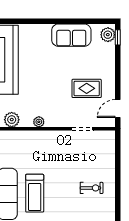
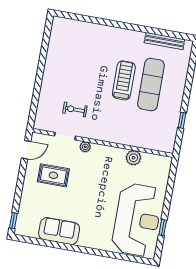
plant: (108, 35) -> (23, 225), removed
plant: (39, 122) -> (85, 147), moved
exercise bike: (92, 188) -> (75, 109), moved

